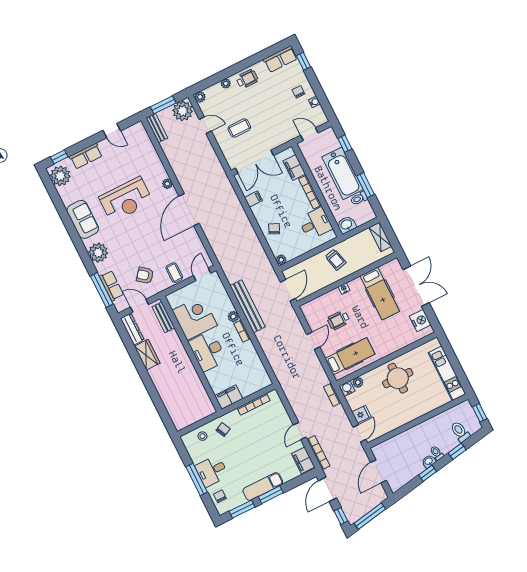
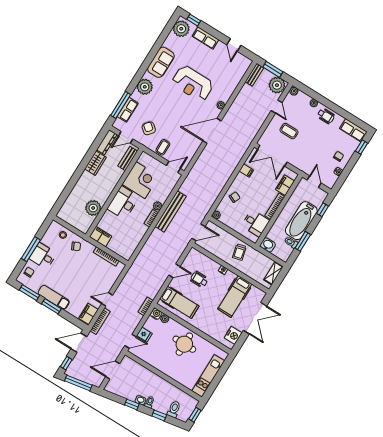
door: (139, 306) -> (126, 137), swing flipped
plant: (193, 386) -> (93, 208), added

